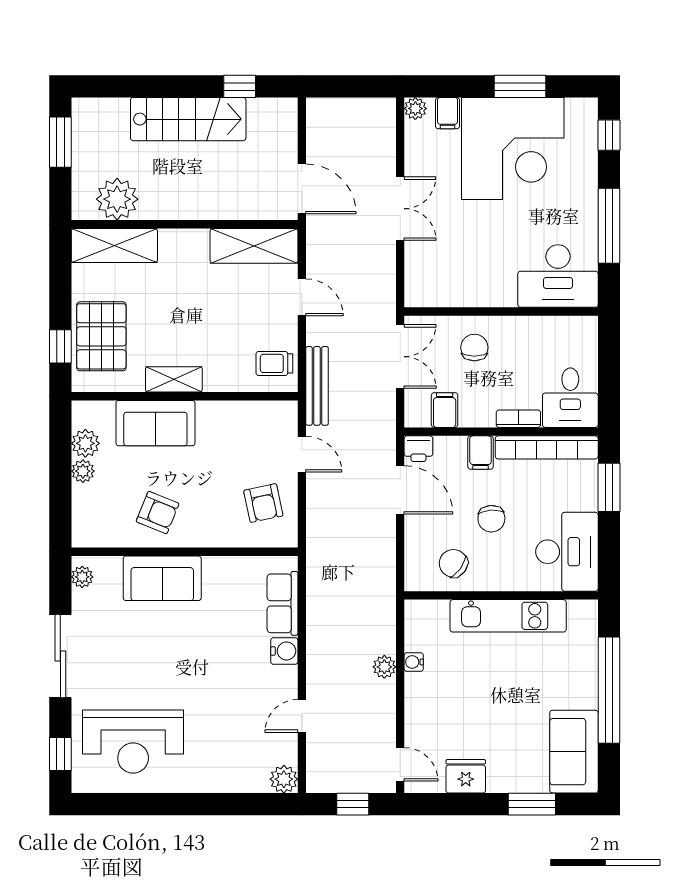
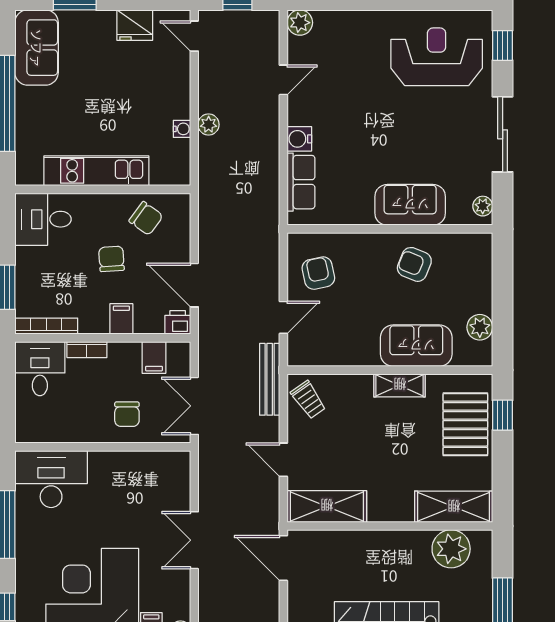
trolley: (274, 363) -> (308, 400), turned 55
bookcase: (547, 447) -> (46, 326), width x0.68, depth x0.76
door: (302, 454) -> (283, 317), swing flipped
plant: (83, 471) -> (482, 302), removed
desk: (567, 552) -> (43, 219), width x0.73

